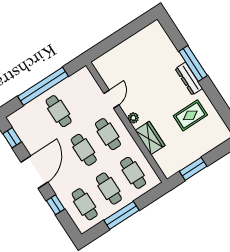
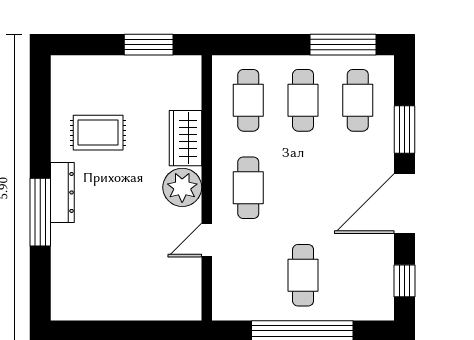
plant: (133, 118) -> (182, 187), width x1.88, depth x1.88
cafe table: (84, 150) -> (303, 188), removed
window: (56, 205) -> (405, 130), width x1.50
window: (122, 215) -> (343, 45), moved

